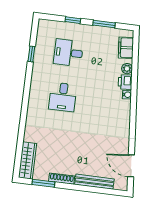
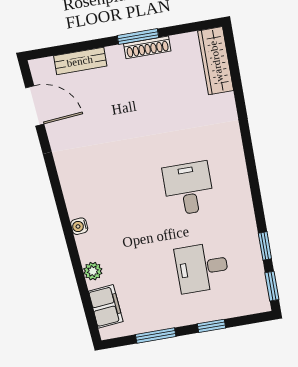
window: (34, 31) -> (272, 286), added
desk: (68, 53) -> (202, 268), turned 180
printer: (125, 82) -> (89, 247), removed
bench: (94, 182) -> (80, 61), width x0.73
window: (43, 183) -> (138, 37), moved

